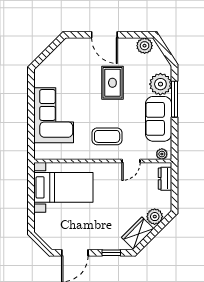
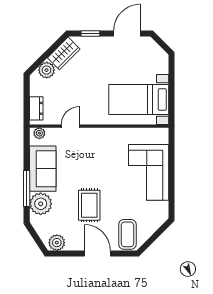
coffee table: (107, 136) -> (127, 234), moved, turned 90

